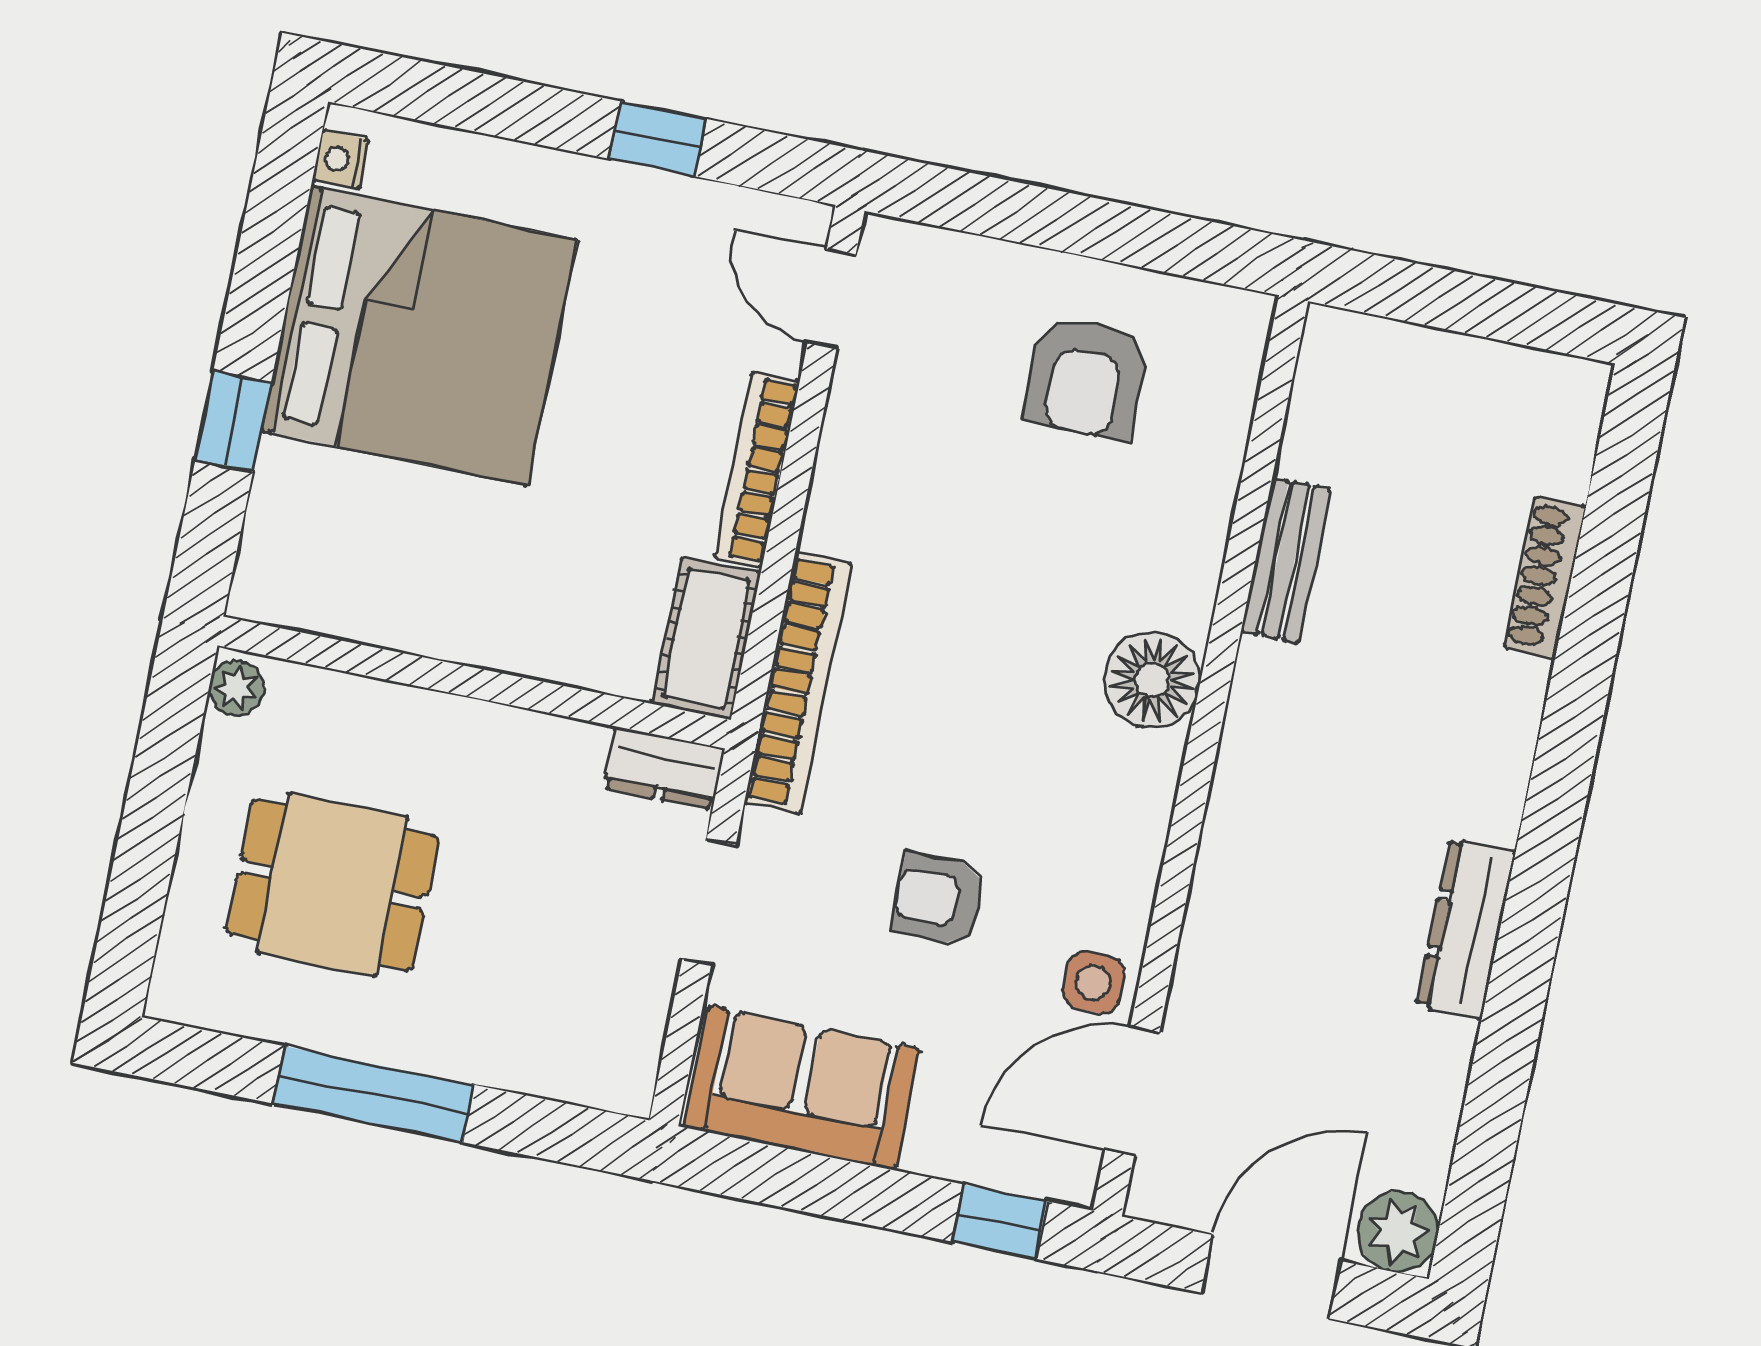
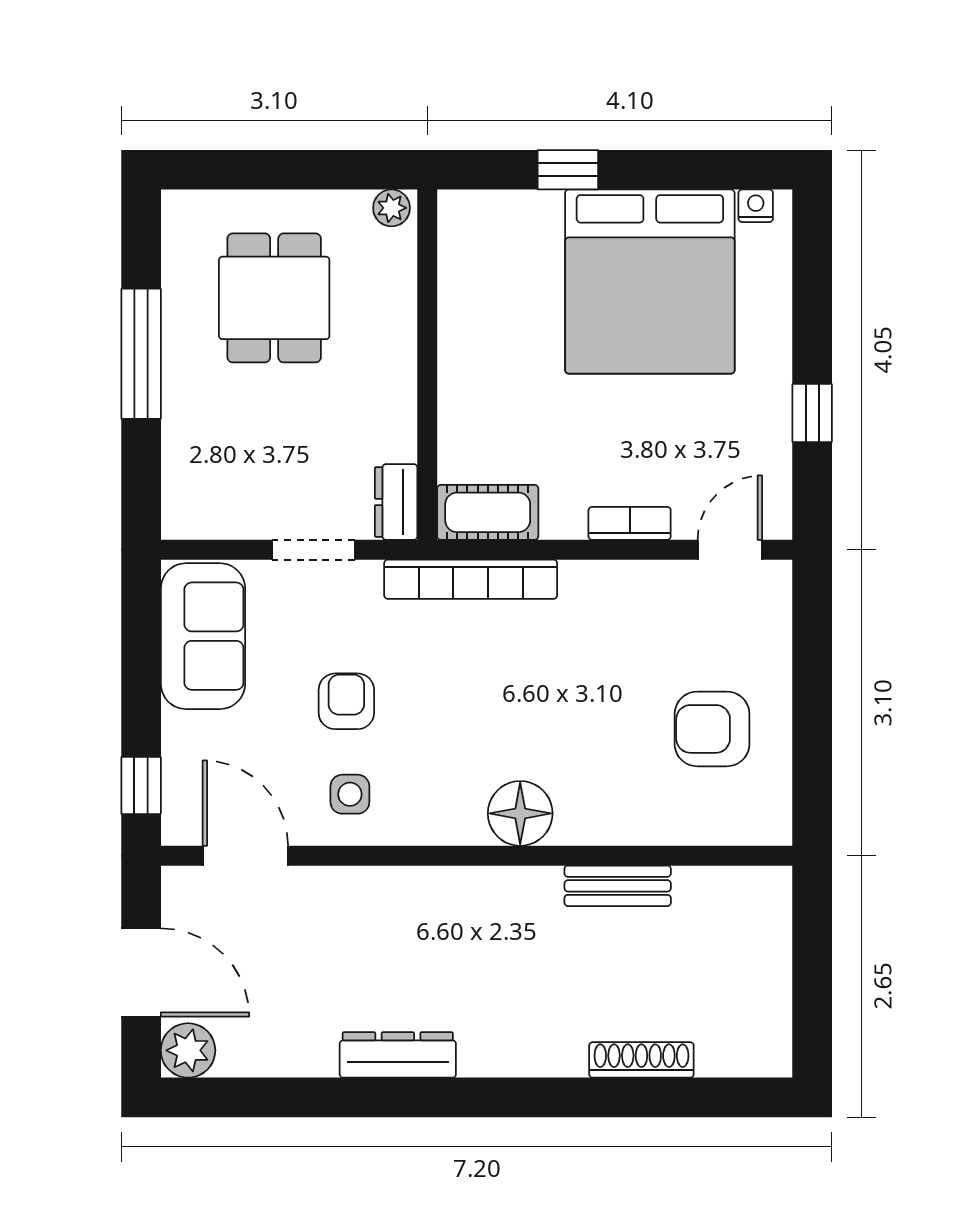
bookcase: (757, 470) -> (630, 523), width x0.64
side table: (1093, 982) -> (350, 794), moved

